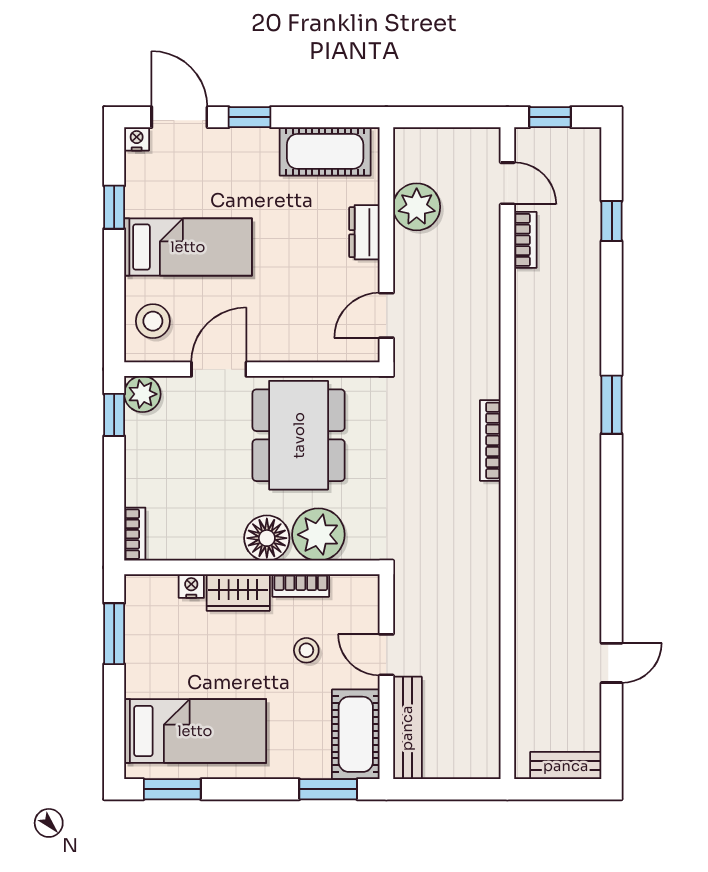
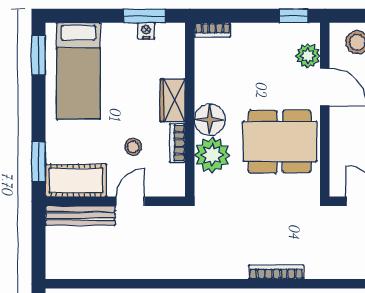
plant: (142, 394) -> (308, 56), moved
nightstand: (191, 586) -> (146, 31), moved, turned -90

